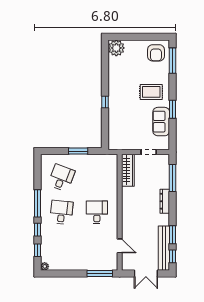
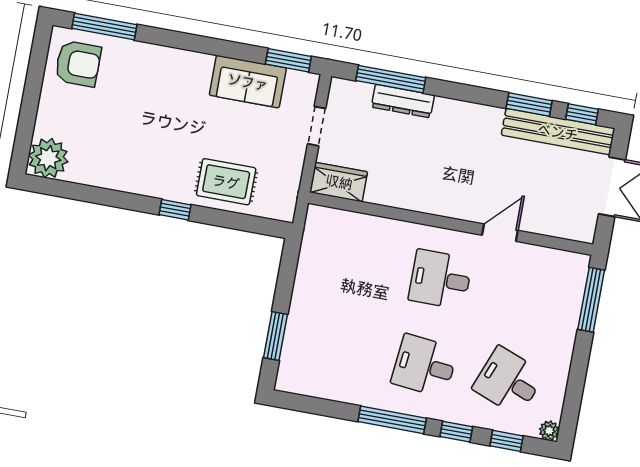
rug: (151, 92) -> (226, 182), moved, turned 90
window: (173, 109) -> (288, 60), moved
window: (78, 151) -> (275, 336), moved
wardrobe: (128, 170) -> (339, 182), width x0.67
desk: (61, 178) -> (509, 381), moved
dresser: (165, 201) -> (403, 101), moved
door: (120, 246) -> (500, 233), moved

